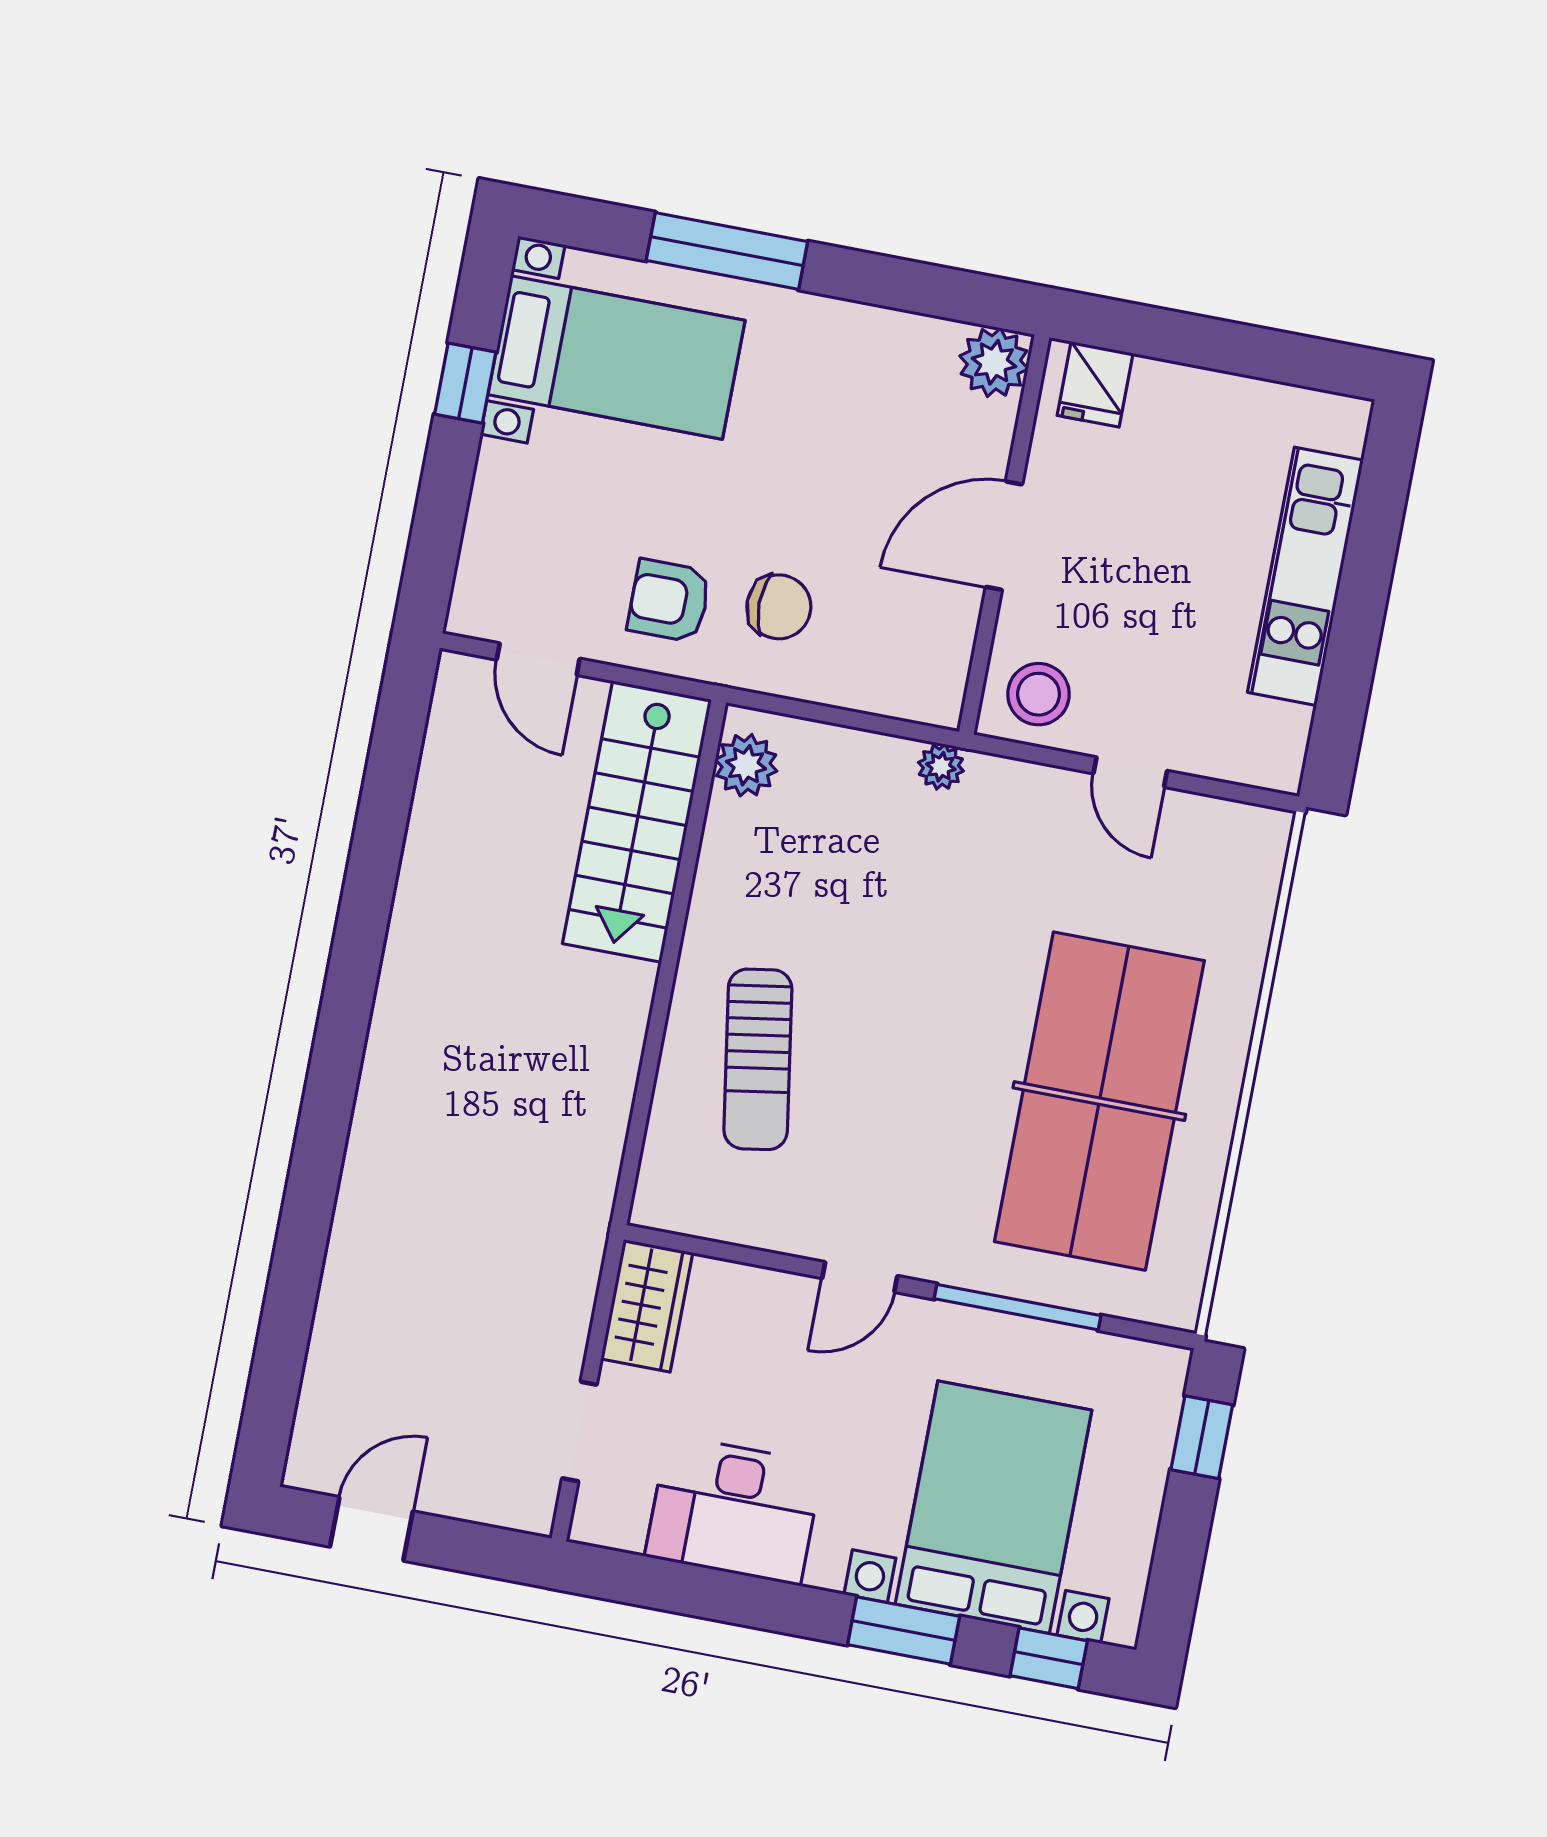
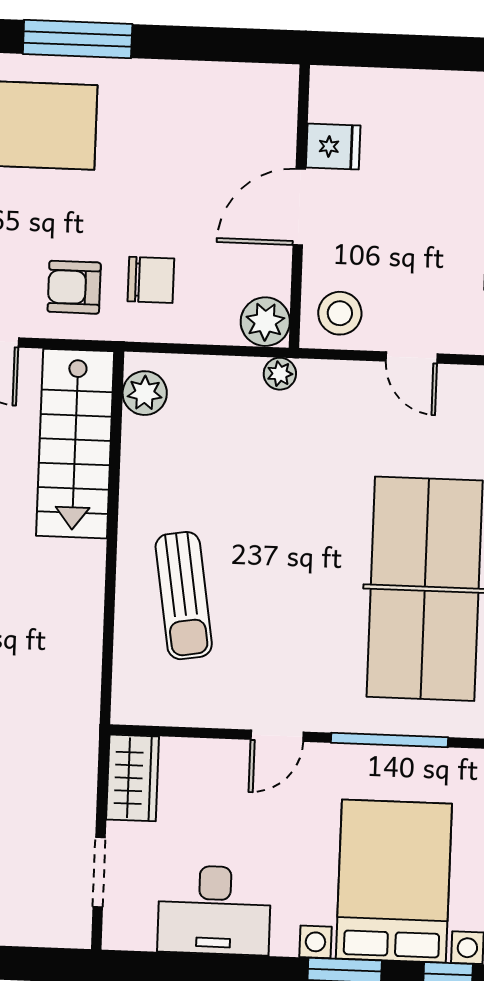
plant: (994, 362) -> (265, 322), moved
fridge: (1095, 384) -> (333, 147), moved, turned -90

